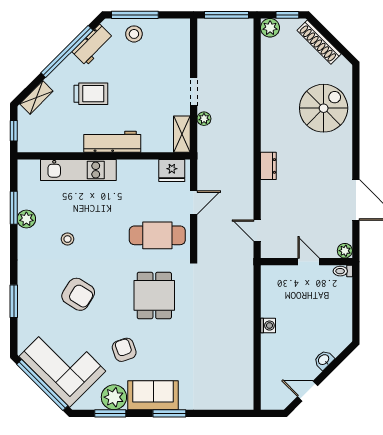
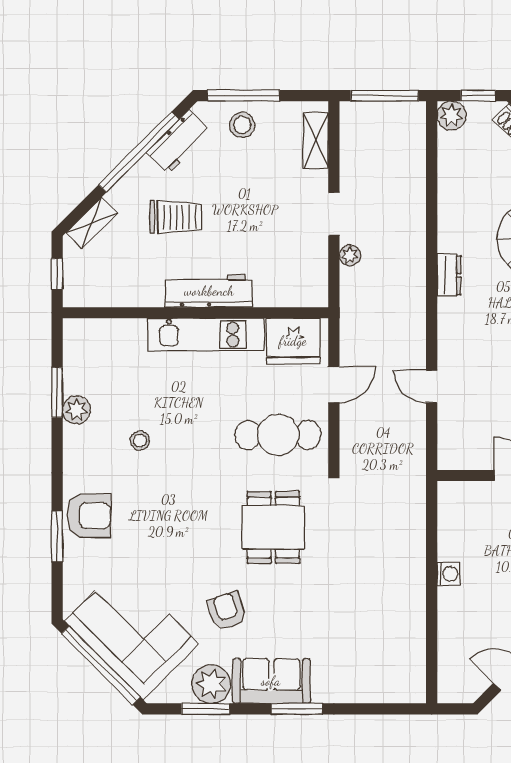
shelving: (182, 134) -> (316, 140), moved
dresser: (268, 166) -> (449, 275), moved
kitchen unit: (78, 170) -> (206, 334), moved
fridge: (172, 170) -> (293, 341), width x1.36, depth x1.34
door: (257, 230) -> (432, 386), moved
armchair: (78, 294) -> (89, 516), moved, turned -31

